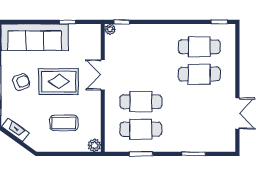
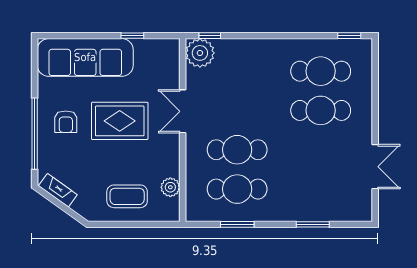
plant: (110, 29) -> (200, 53), width x1.88, depth x1.88
armchair: (21, 82) -> (66, 122), turned 110
coffee table: (64, 123) -> (127, 196), moved
plant: (94, 145) -> (170, 187), moved

